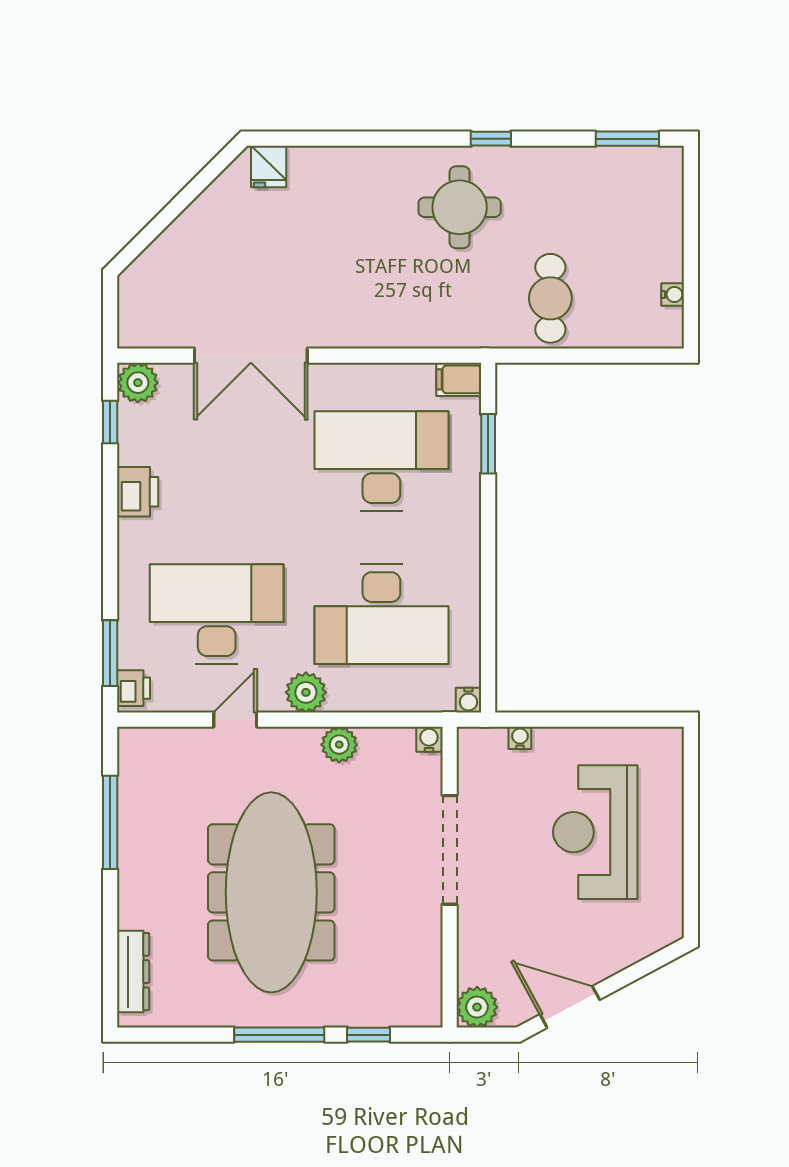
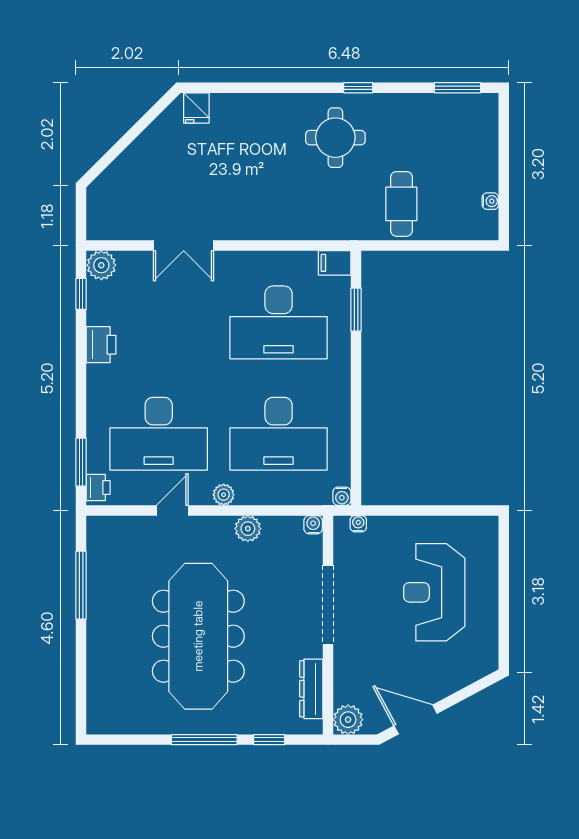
double door: (251, 356) -> (184, 246), width x0.73
desk: (381, 461) -> (279, 322), turned 180
desk: (217, 614) -> (159, 434), turned 180
plant: (306, 692) -> (224, 495), width x0.73, depth x0.73
water cooler: (520, 738) -> (358, 524), moved
dresser: (133, 972) -> (311, 689), moved, turned 180

